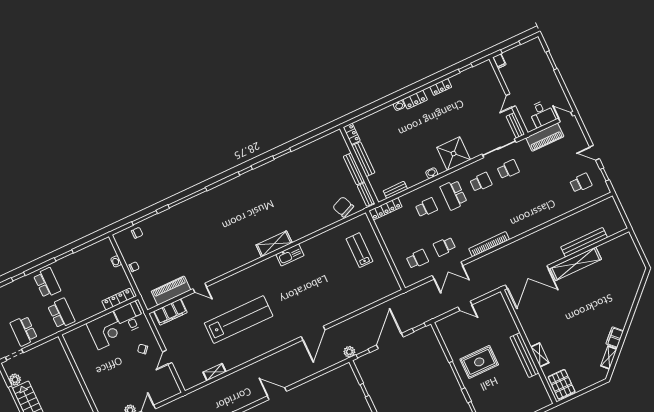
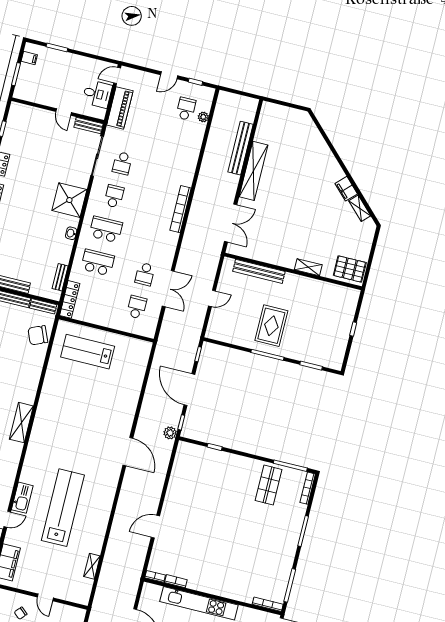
filing cabinet: (499, 61) -> (29, 58), moved
school desk: (508, 169) -> (122, 163), turned 180
school desk: (454, 195) -> (106, 229), turned 180
plant: (585, 199) -> (203, 117), added
school desk: (426, 208) -> (98, 262), width x1.85
bookcase: (489, 244) -> (181, 209), moved
lab bench: (359, 250) -> (88, 352), width x1.36, depth x1.39
kitchen sink: (290, 255) -> (22, 498), moved
double door: (527, 277) -> (231, 223), width x0.73
bench: (524, 355) -> (259, 271), moved

